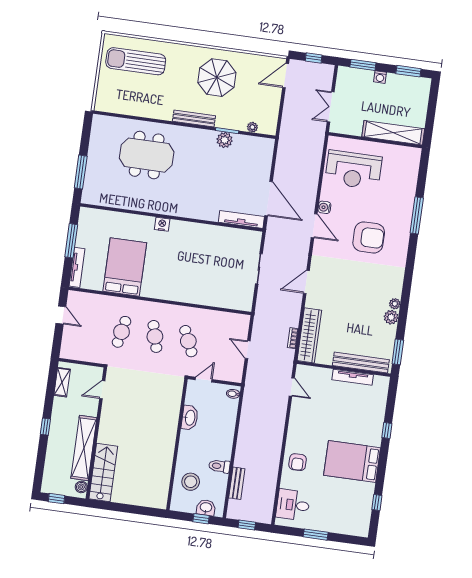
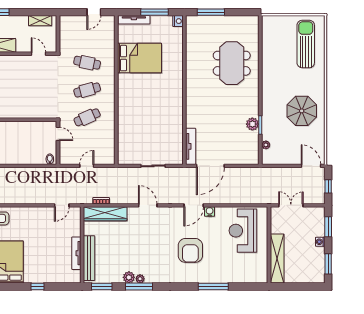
bench: (194, 119) -> (266, 97), removed
nightstand: (162, 224) -> (178, 21), moved
window: (404, 306) -> (139, 287), added
washbasin: (190, 418) -> (26, 127), removed

